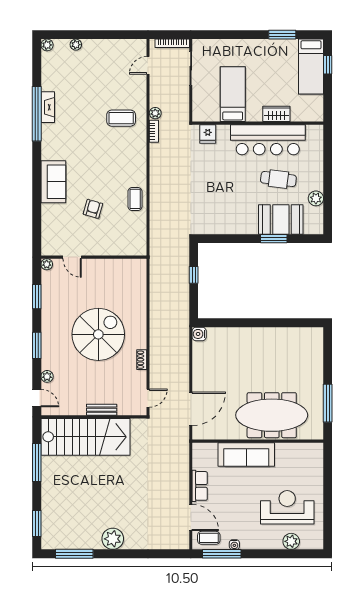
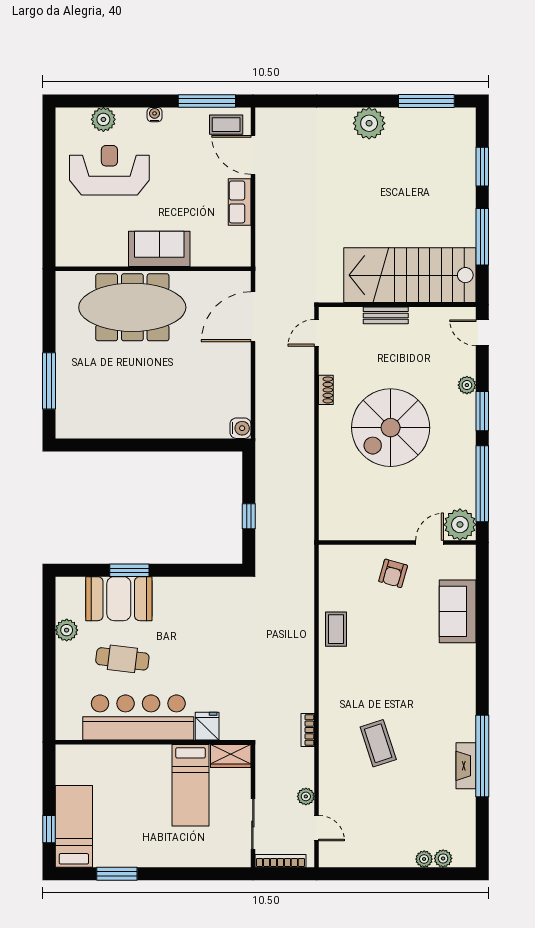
plant: (47, 45) -> (443, 858), moved
door: (148, 65) -> (317, 828), hinge flipped
plant: (155, 113) -> (306, 796), moved
wardrobe: (276, 114) -> (231, 756), moved
coffee table: (121, 118) -> (378, 743), moved, turned 72
fridge: (208, 134) -> (207, 726), moved
sofa: (53, 182) -> (458, 611), moved
armchair: (93, 209) -> (393, 573), moved
door: (72, 257) -> (430, 543), hinge flipped
plant: (47, 264) -> (460, 525), width x1.87, depth x1.87
window: (37, 297) -> (482, 484), width x2.11
plant: (47, 376) -> (467, 385), moved
window: (328, 403) -> (49, 381), moved
sofa: (246, 454) -> (159, 249), width x0.73
reception desk: (287, 507) -> (109, 170), turned 180
window: (37, 523) -> (482, 167), moved
water cooler: (234, 545) -> (155, 115), moved

